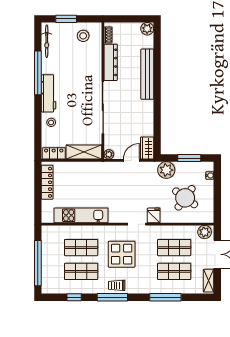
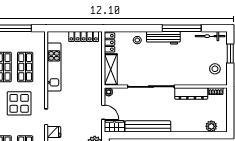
plant: (147, 29) -> (211, 126), moved
bench: (147, 74) -> (148, 126), moved

